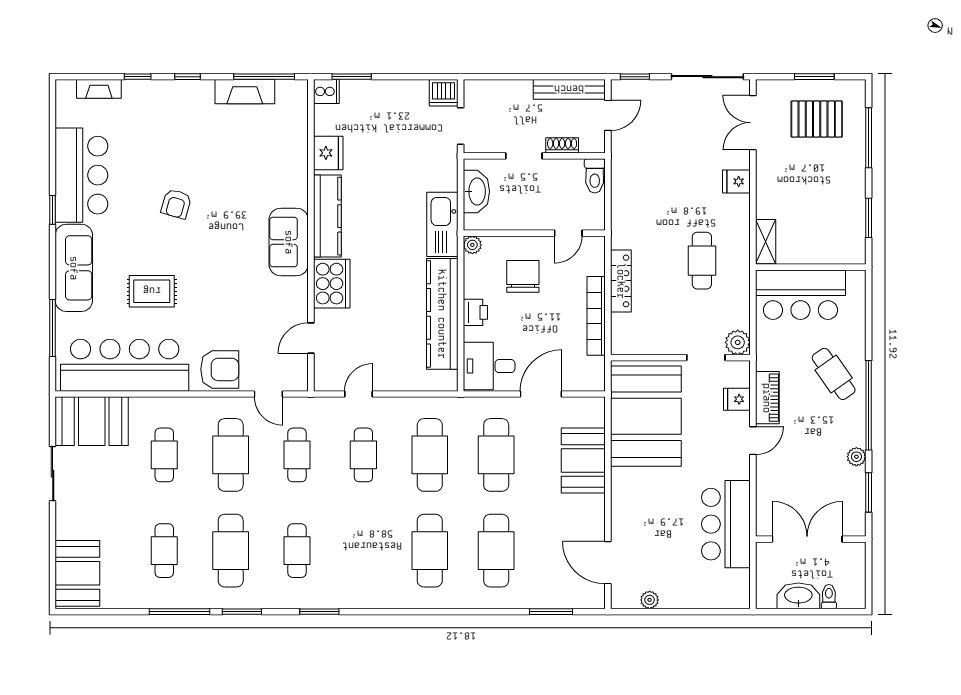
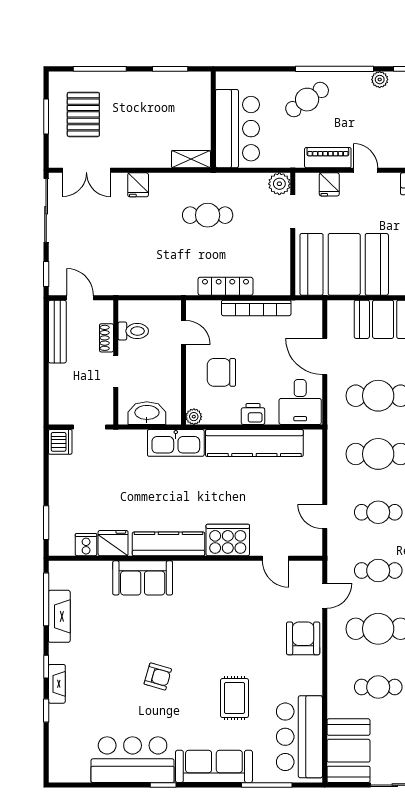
fireplace: (99, 89) -> (57, 684), moved
cooker: (326, 91) -> (86, 545), moved
toilet: (595, 176) -> (133, 331), moved
sofa: (289, 242) -> (143, 578), moved
bar counter: (125, 365) -> (299, 737), width x0.73

